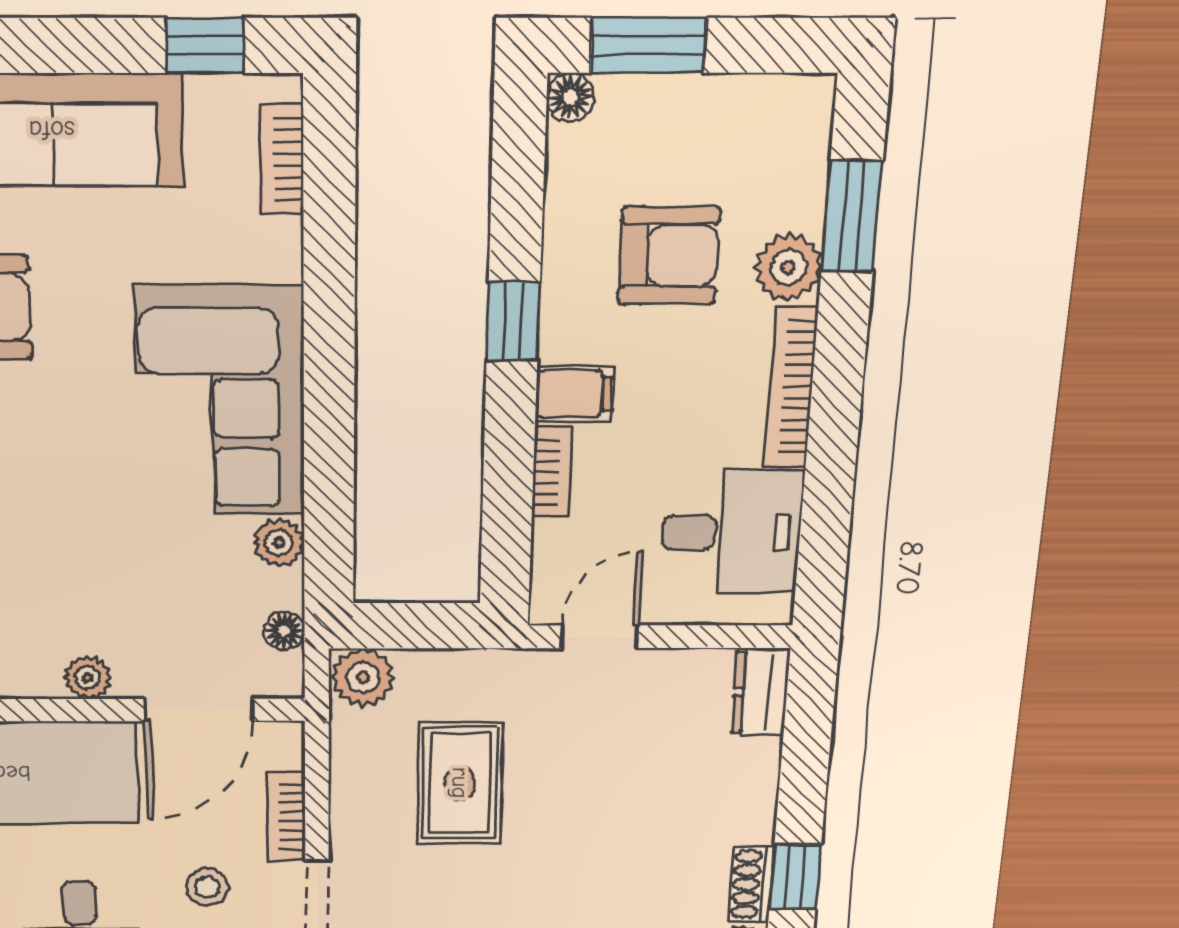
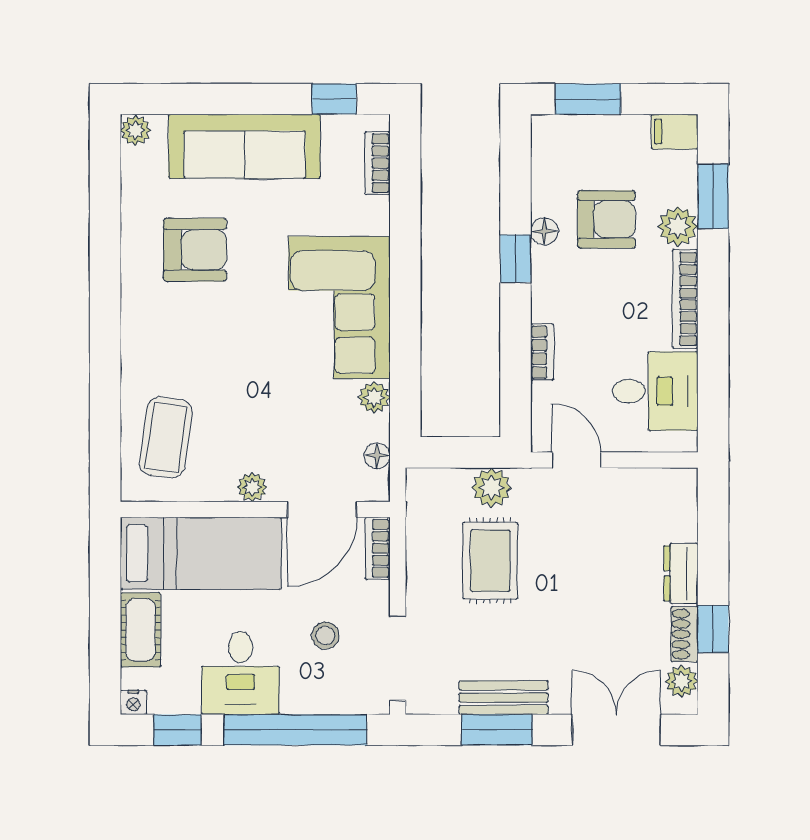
floor lamp: (570, 97) -> (544, 232), moved
filing cabinet: (574, 394) -> (675, 132), moved, turned 180
door: (600, 637) -> (576, 460), hinge flipped
plant: (363, 678) -> (491, 488), moved
dresser: (761, 692) -> (681, 573), moved
bookcase: (286, 816) -> (378, 548), moved

